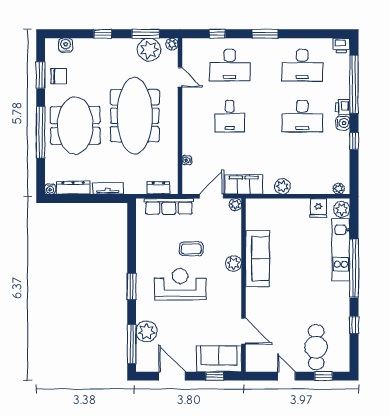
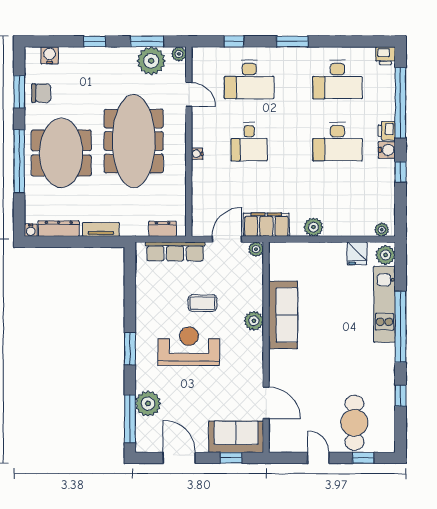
water cooler: (187, 160) -> (197, 154), moved

